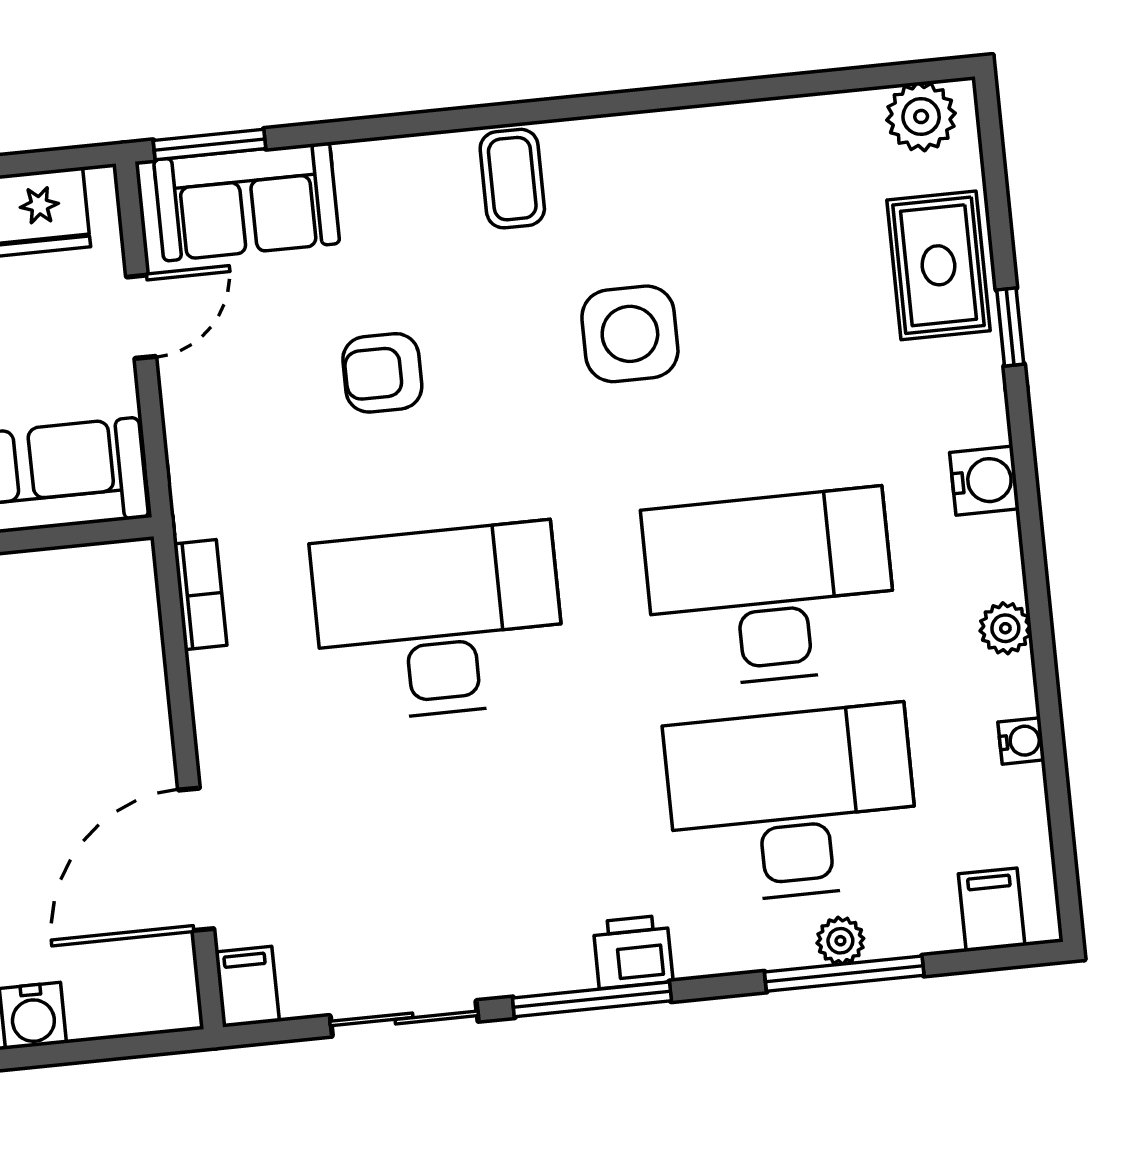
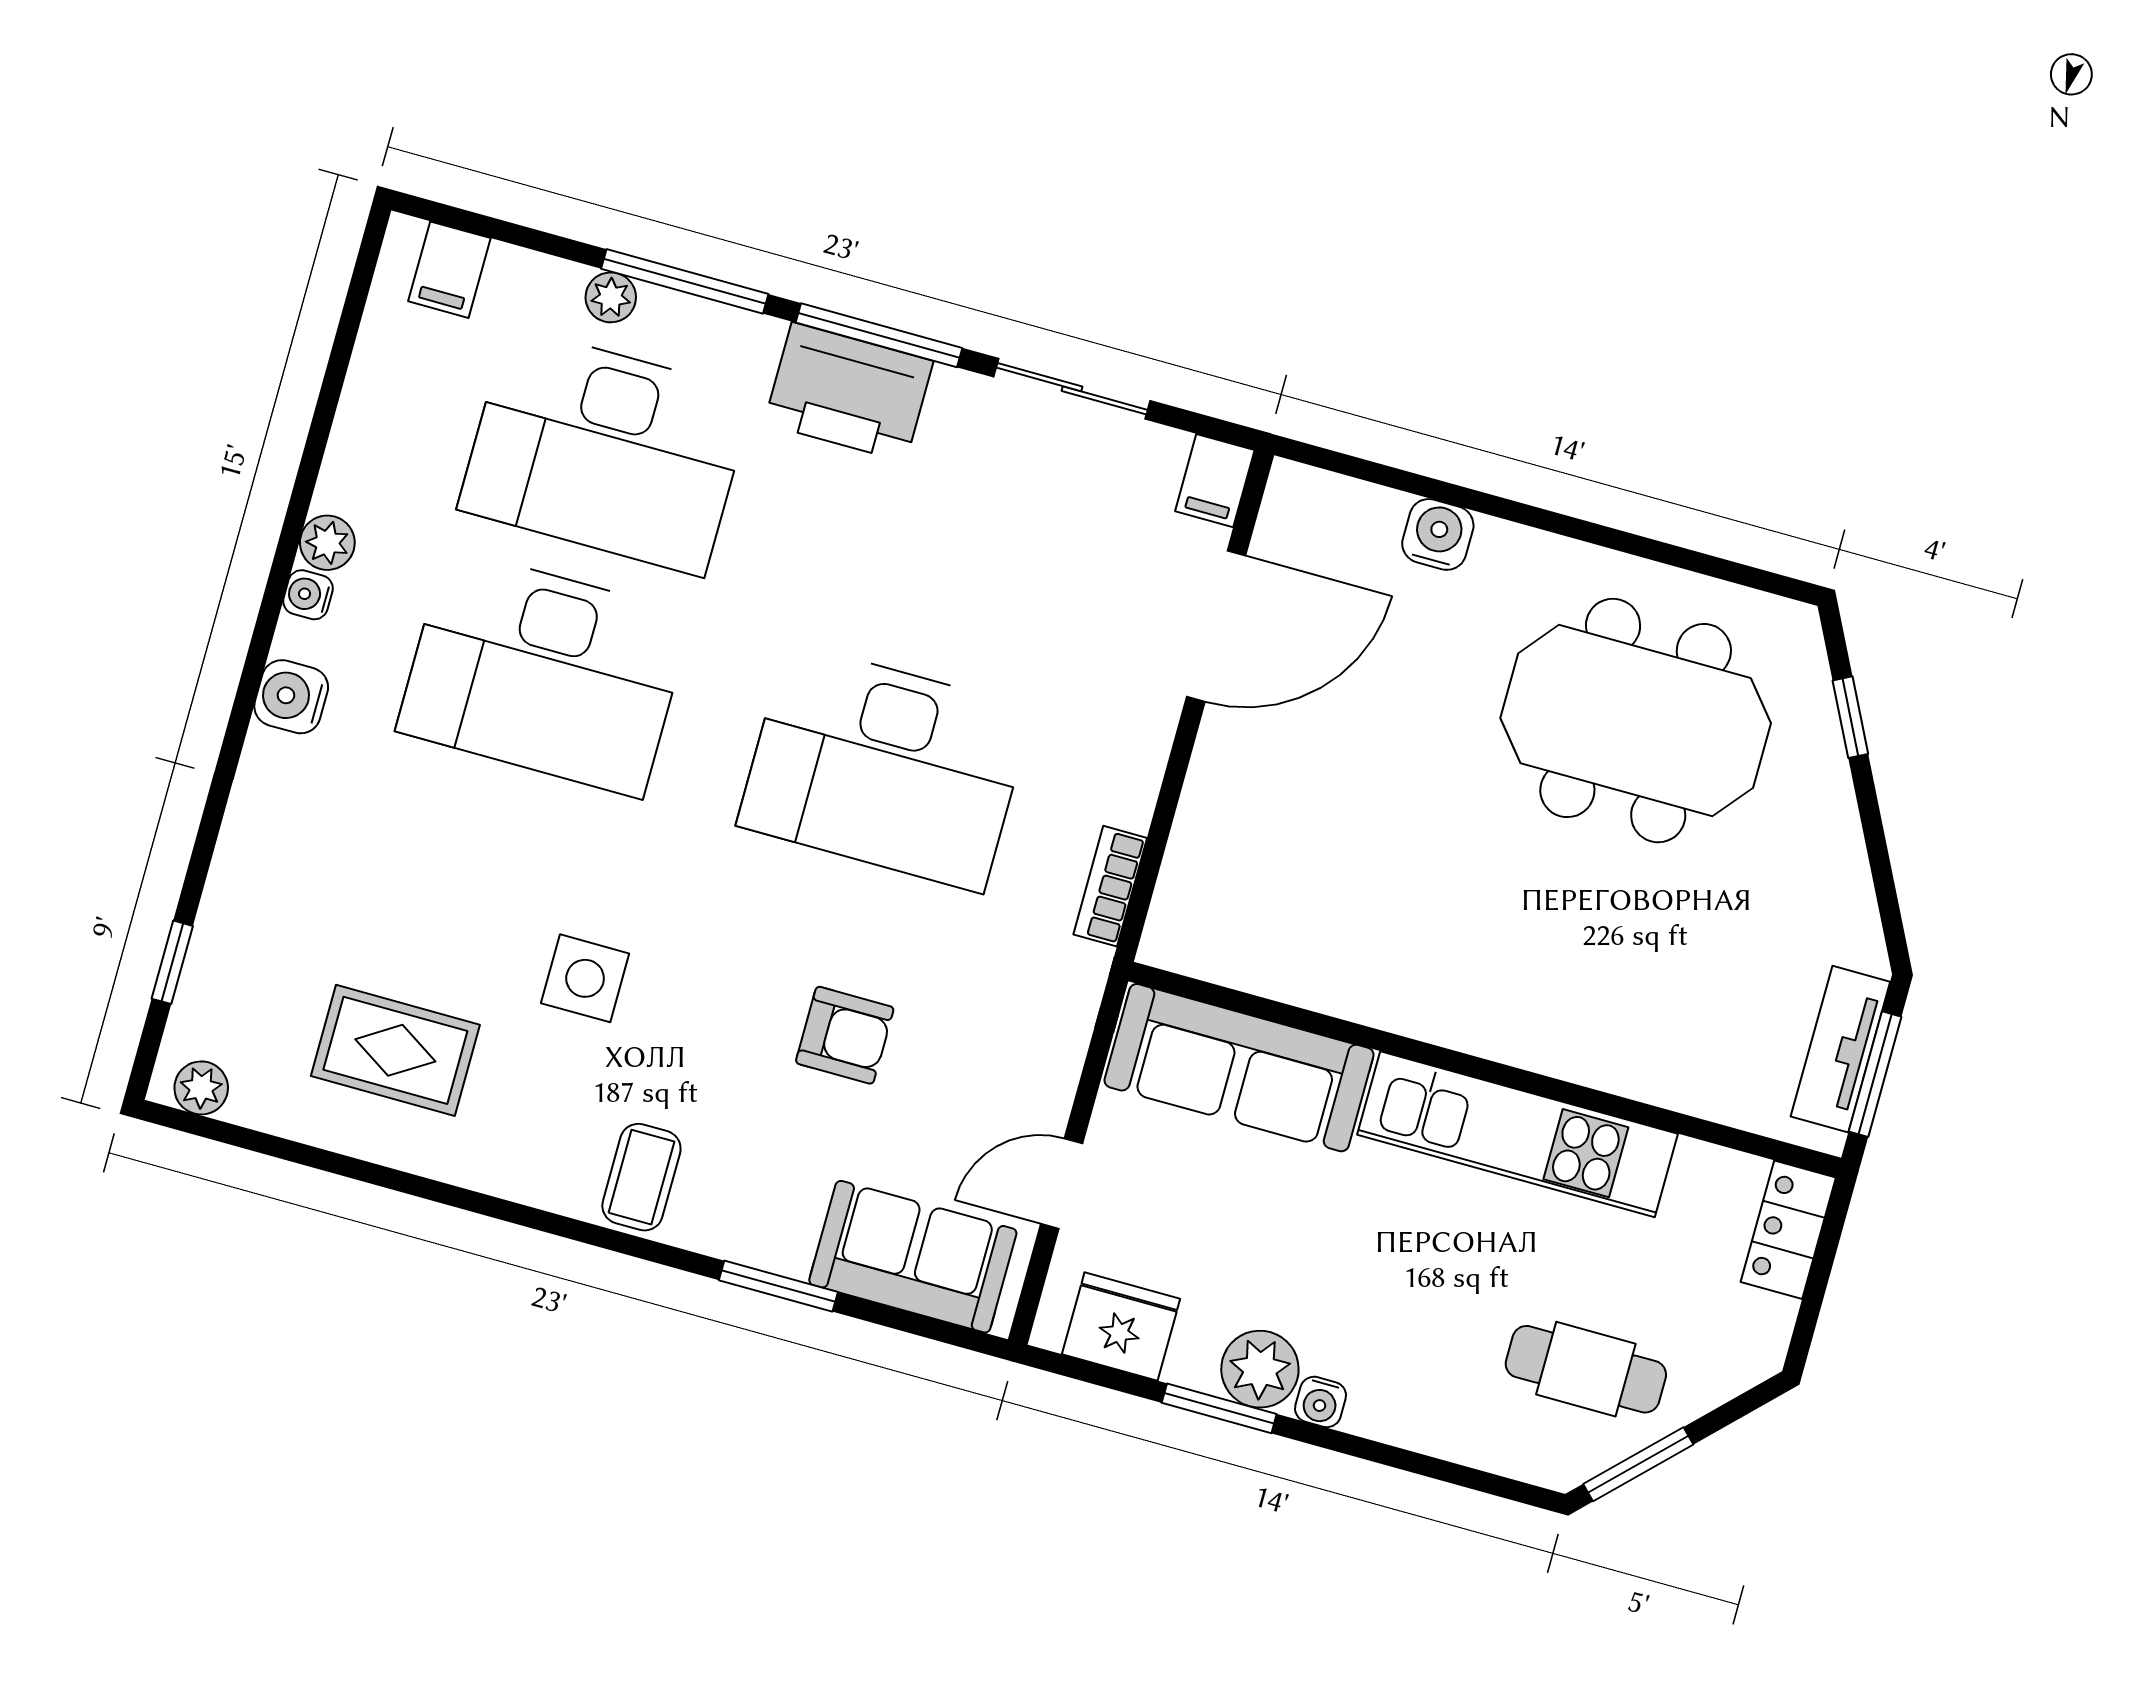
plant: (921, 117) -> (201, 1088), width x0.73, depth x0.73
window: (209, 145) -> (778, 1286), moved
rug: (938, 265) -> (395, 1050), moved, turned 90
window: (1010, 327) -> (172, 962), moved
side table: (630, 334) -> (585, 978), width x0.73, depth x0.73
water cooler: (1021, 741) -> (308, 595), moved
printer: (633, 952) -> (849, 392), width x1.87, depth x1.48
window: (844, 974) -> (685, 281), moved

